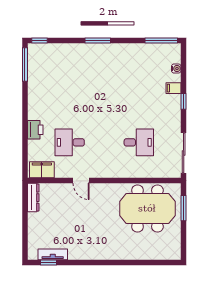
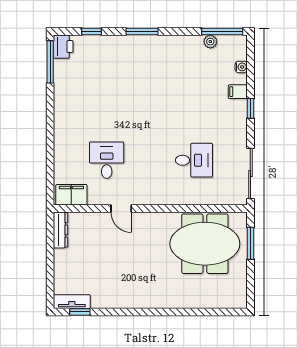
window: (40, 40) -> (91, 31), moved
plant: (152, 48) -> (210, 42), added
printer: (35, 130) -> (63, 47), moved
desk: (70, 142) -> (107, 160), turned 90
tv unit: (53, 254) -> (72, 302), moved

